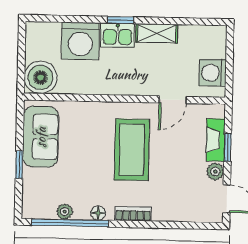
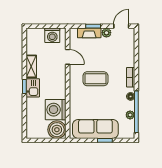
washing machine: (80, 41) -> (56, 110), moved, turned 180
sofa: (41, 137) -> (95, 129), width x1.36
coffee table: (132, 150) -> (95, 79), width x0.73, depth x0.76

